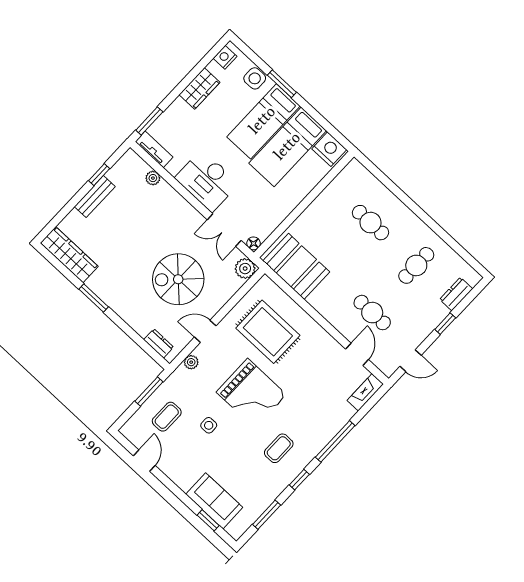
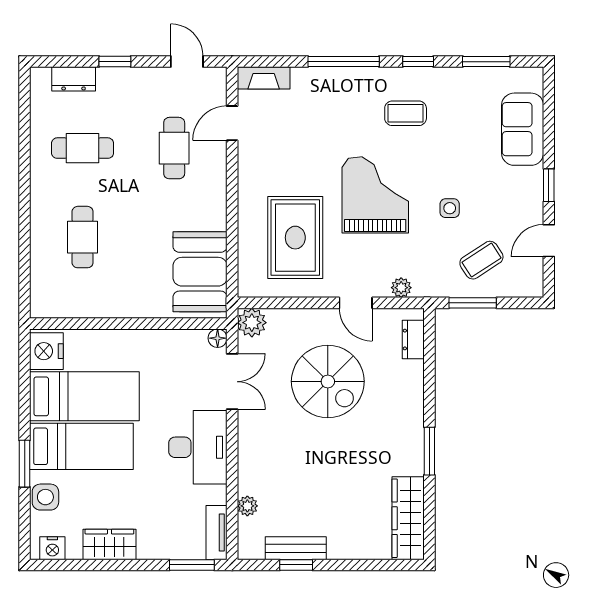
bench: (95, 197) -> (296, 548), moved
coffee table: (167, 417) -> (481, 260), turned -33
window: (208, 520) -> (549, 185), moved

